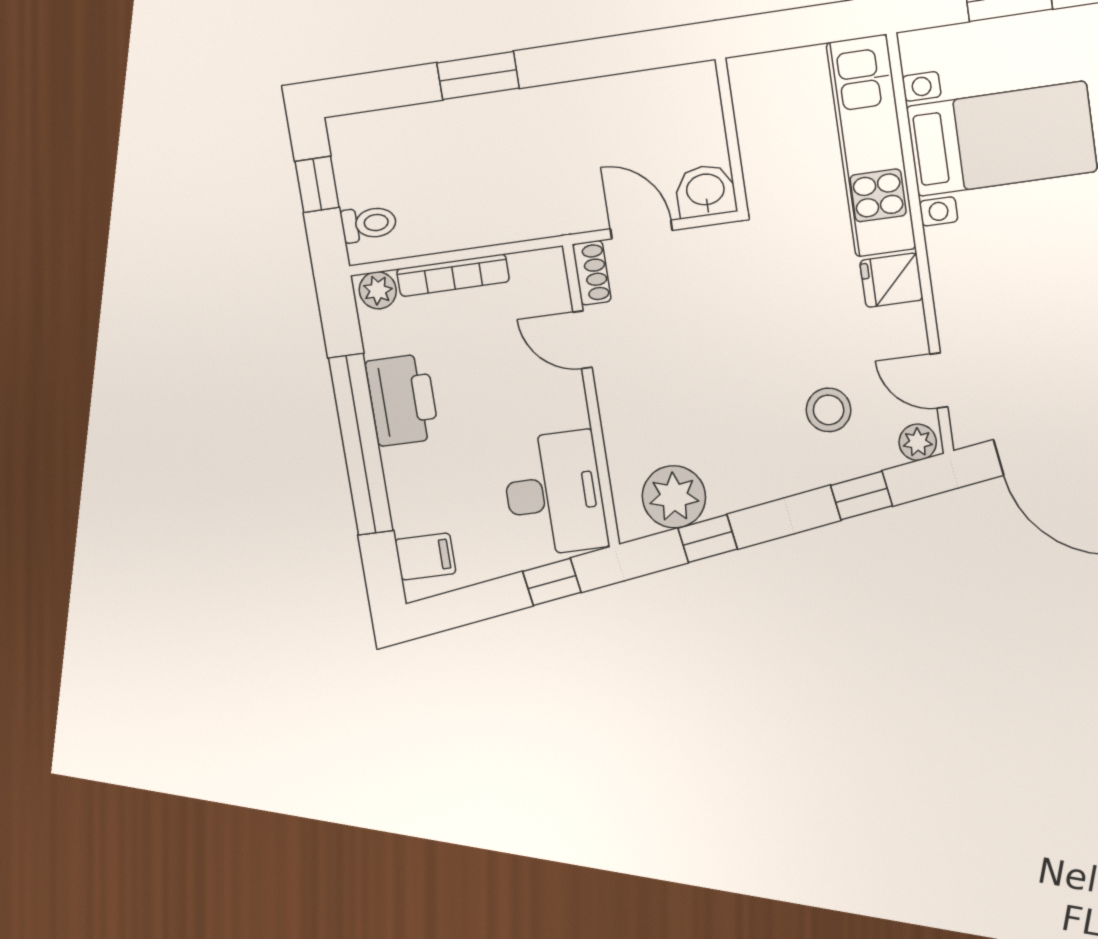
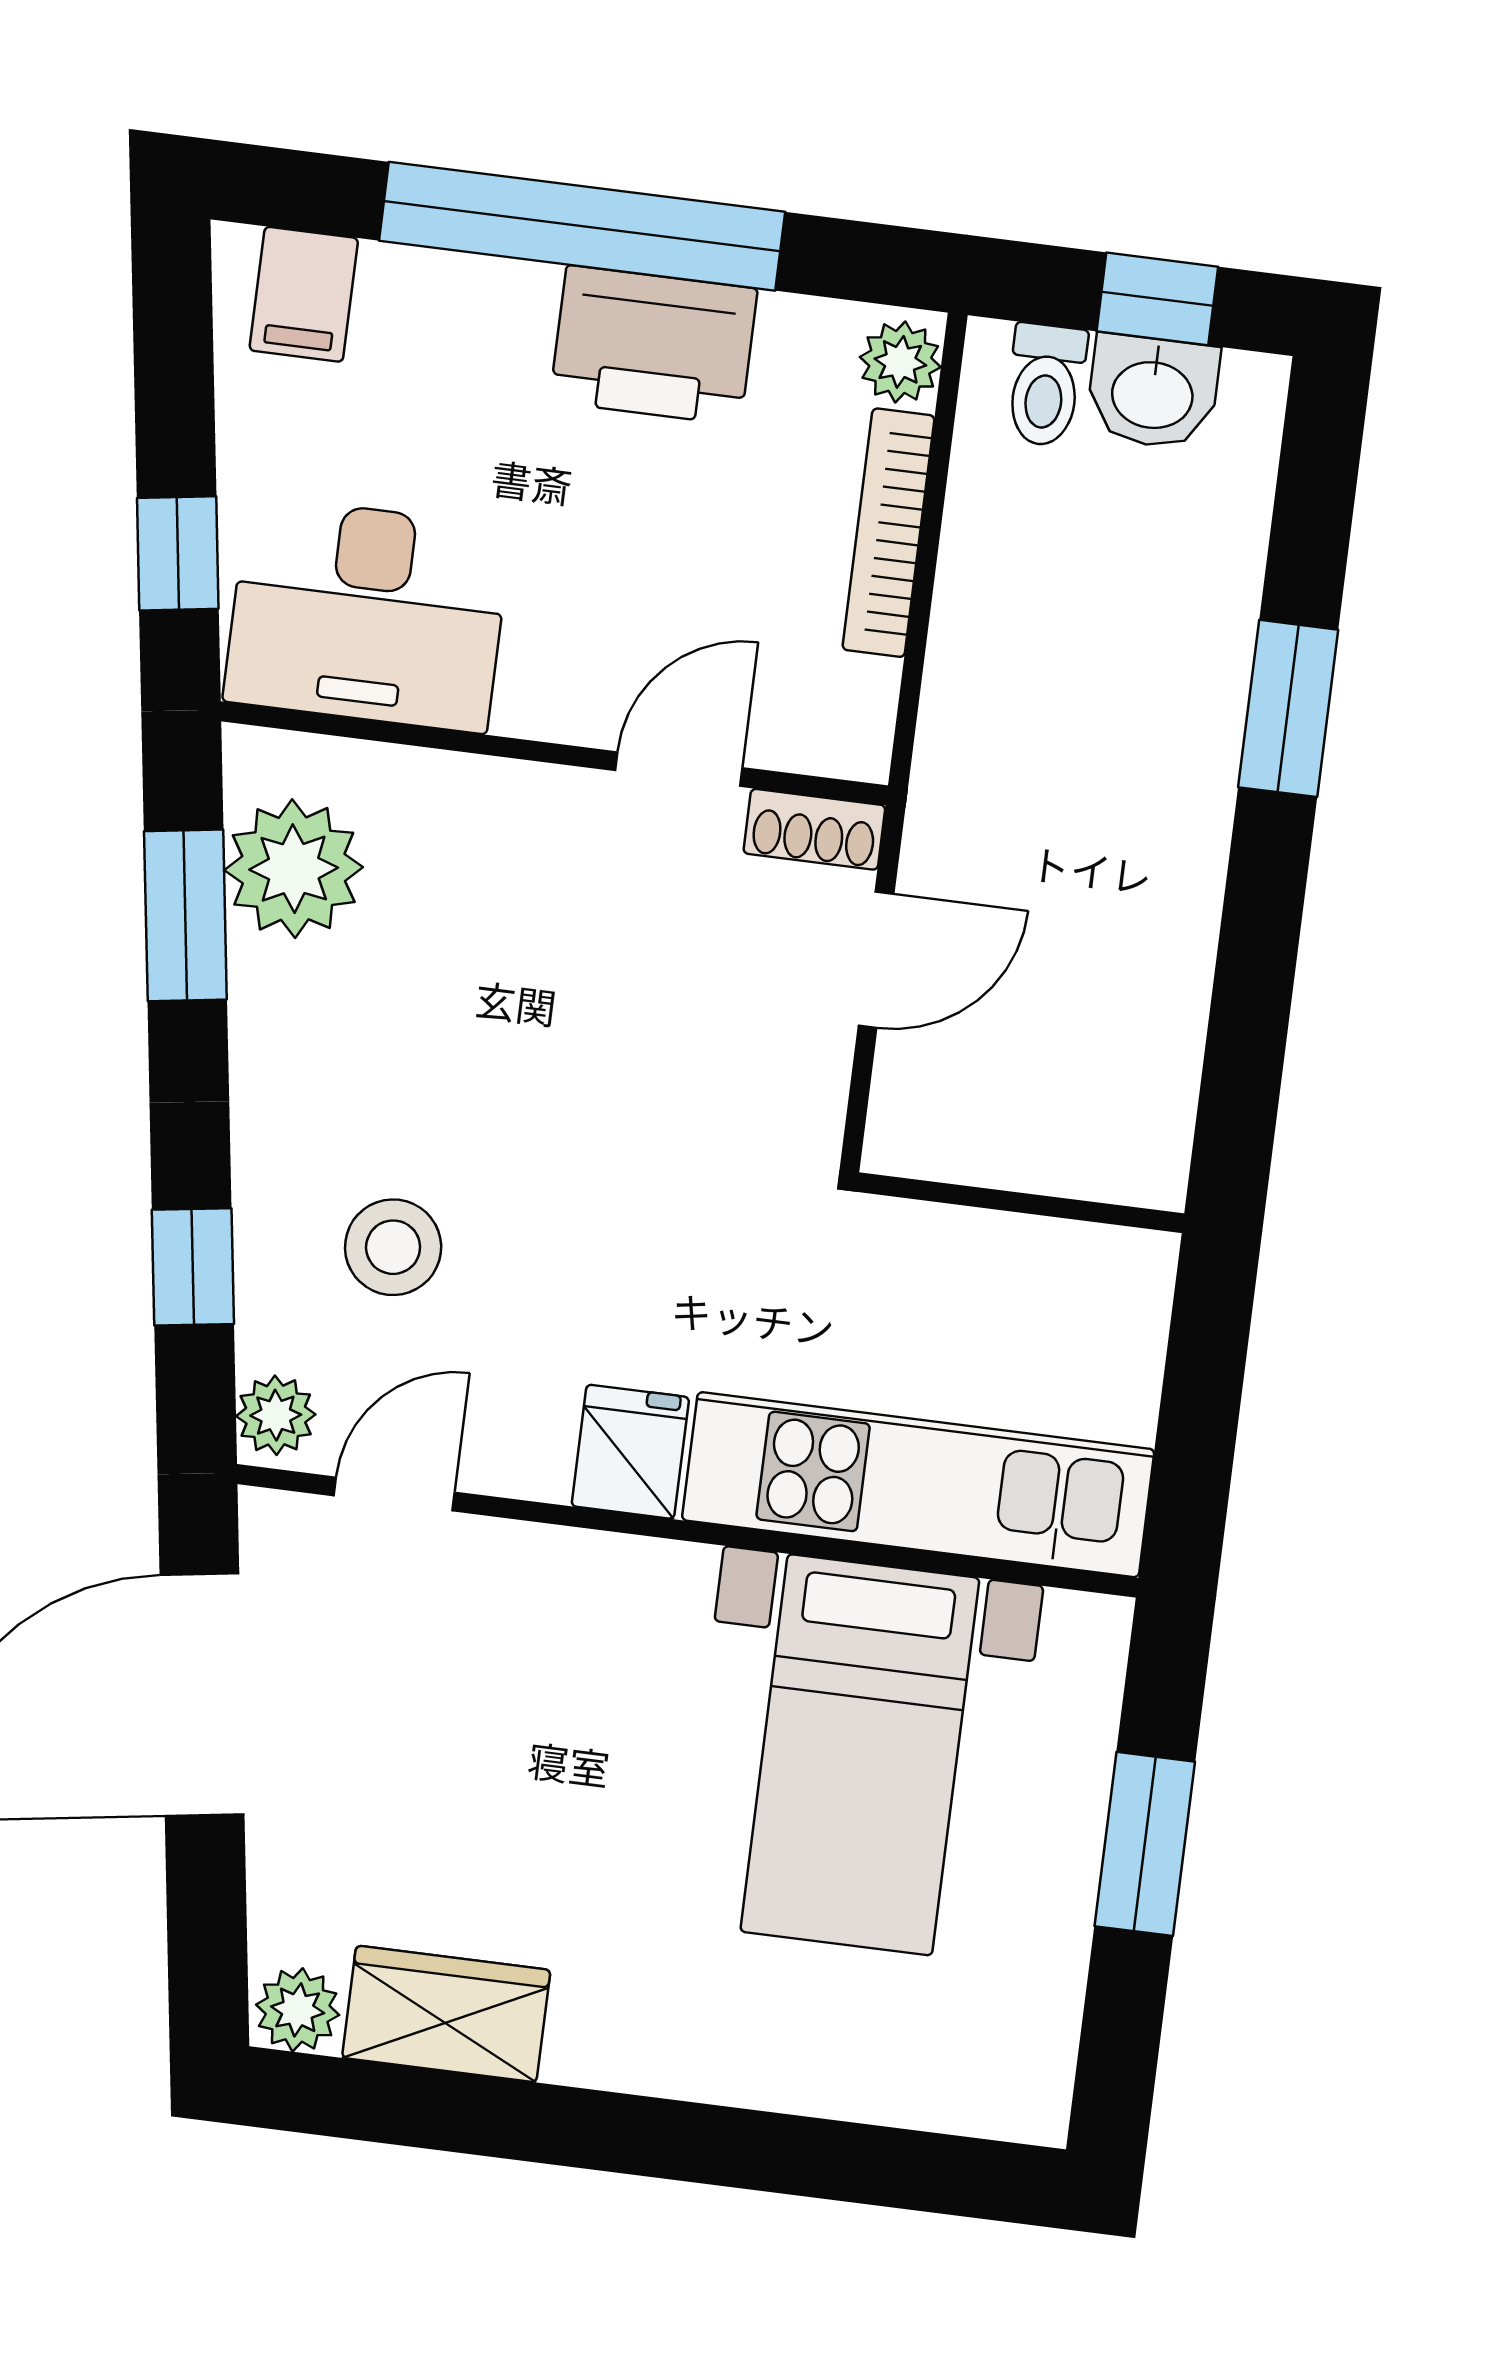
washbasin: (706, 191) -> (1153, 392), moved, turned 90
window: (708, 539) -> (185, 915), width x1.50

